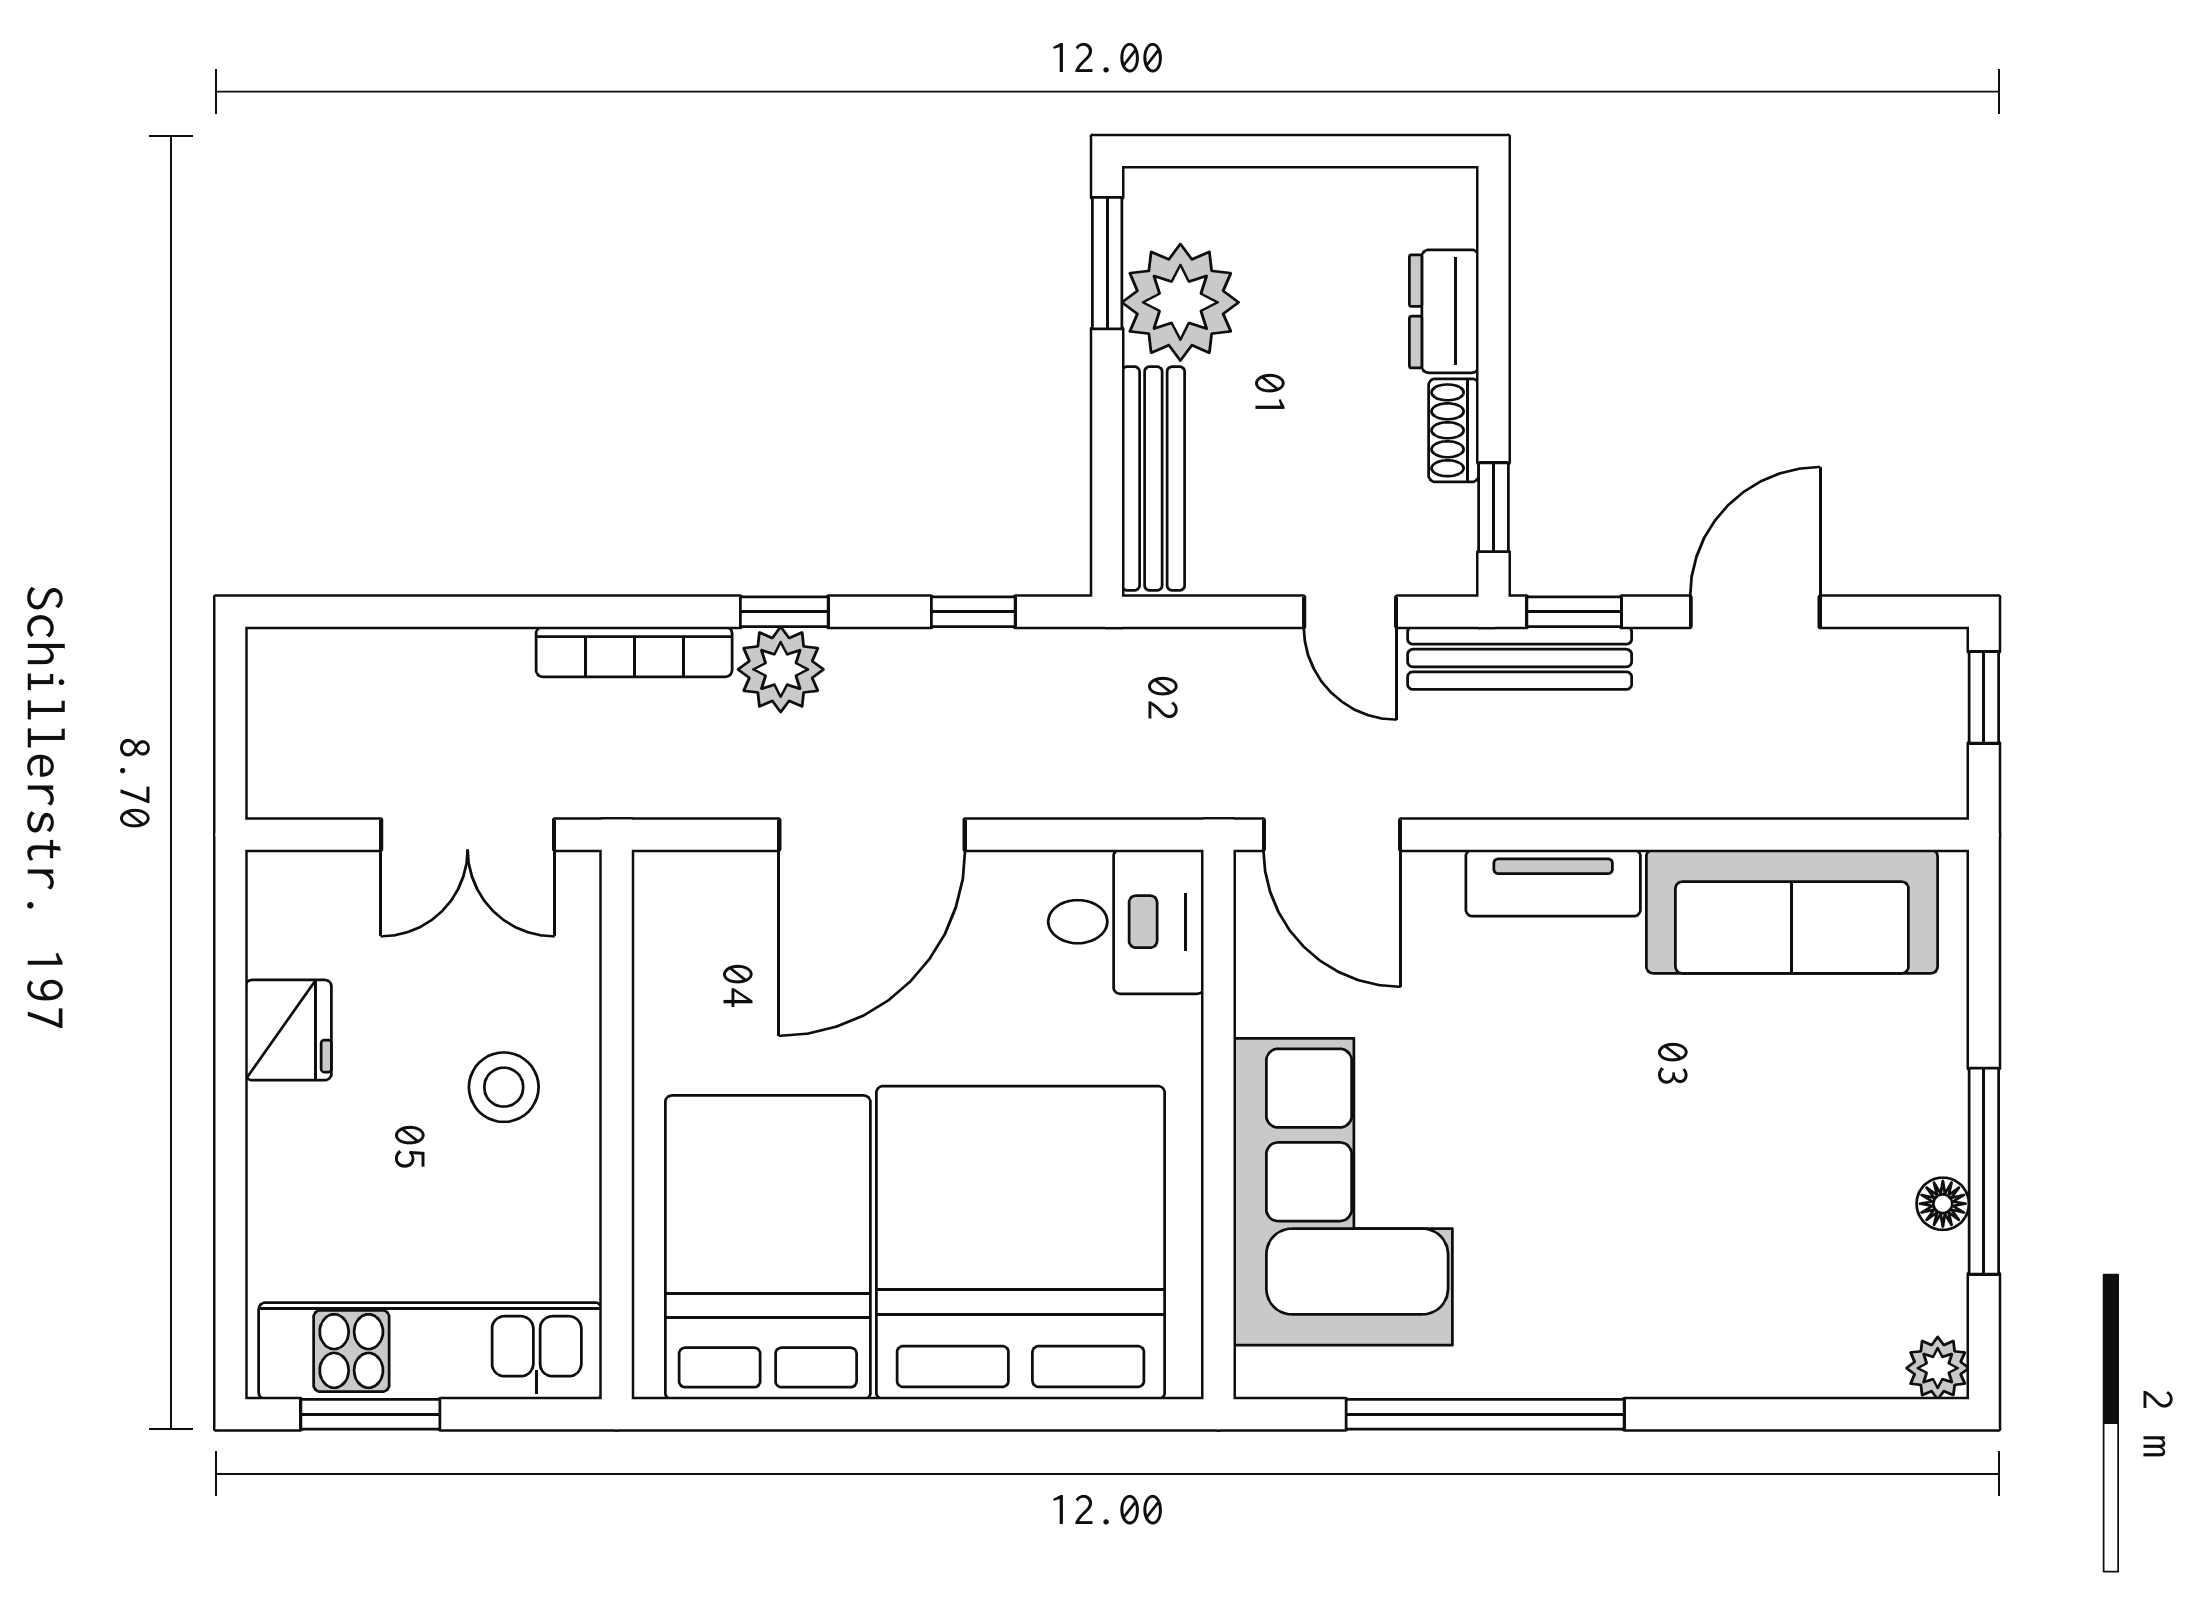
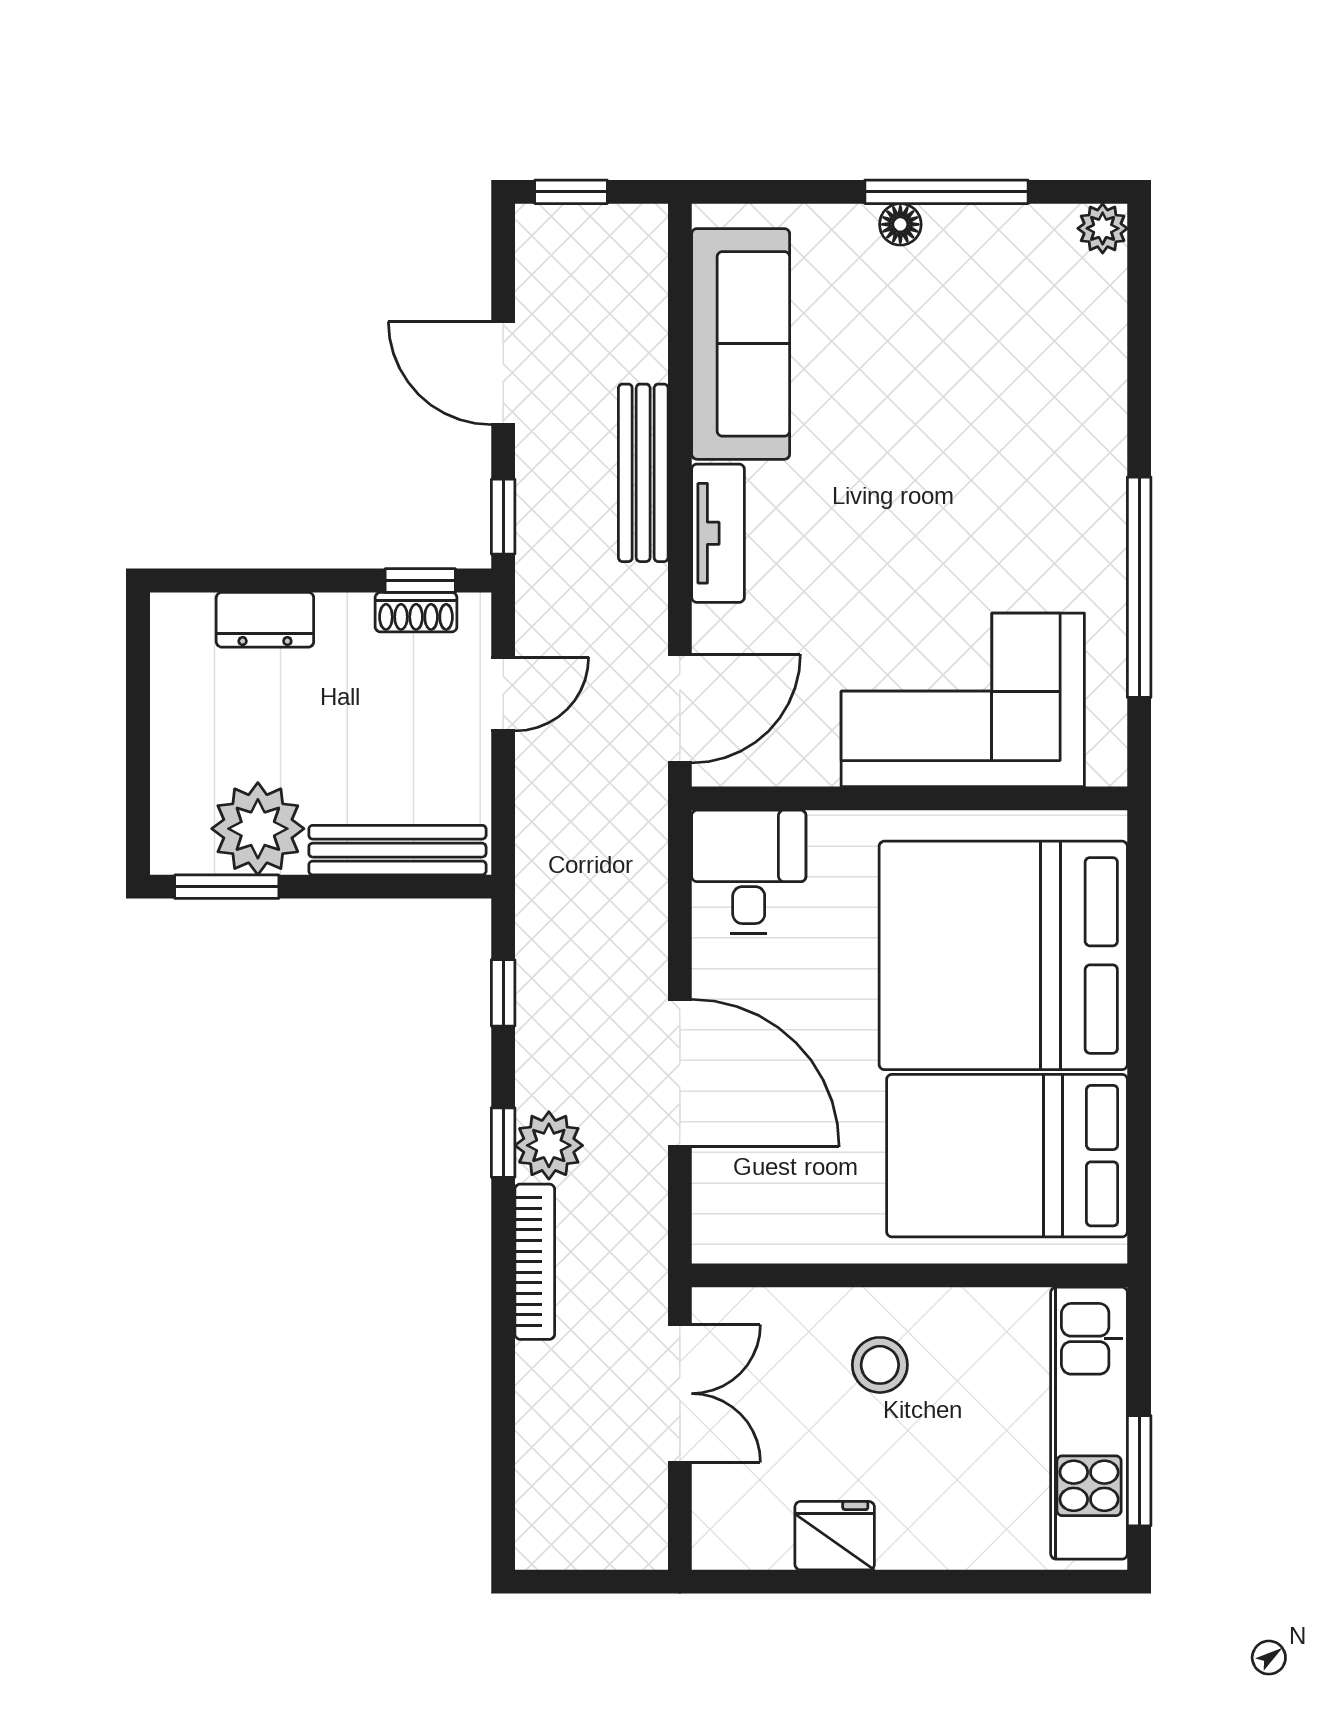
shoe rack: (1454, 430) -> (416, 612), moved
bench: (1520, 658) -> (643, 473), moved
floor lamp: (1943, 1204) -> (900, 224), moved

